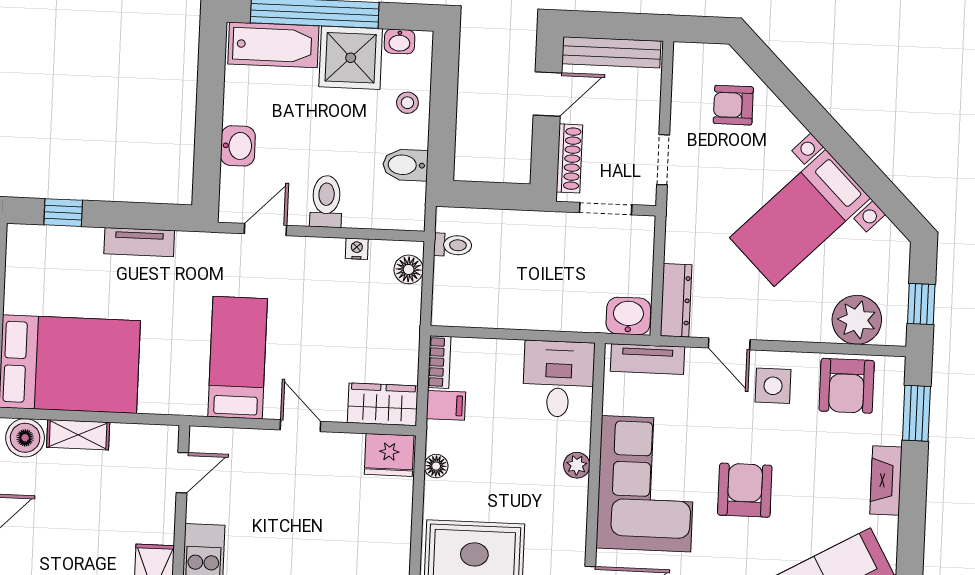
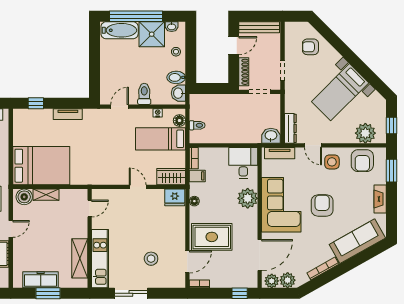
washbasin: (238, 146) -> (178, 93), moved, turned 180
toilet: (453, 245) -> (197, 125), moved
bed: (238, 358) -> (161, 139), moved, turned -90
plant: (577, 465) -> (248, 198), width x1.88, depth x1.88

